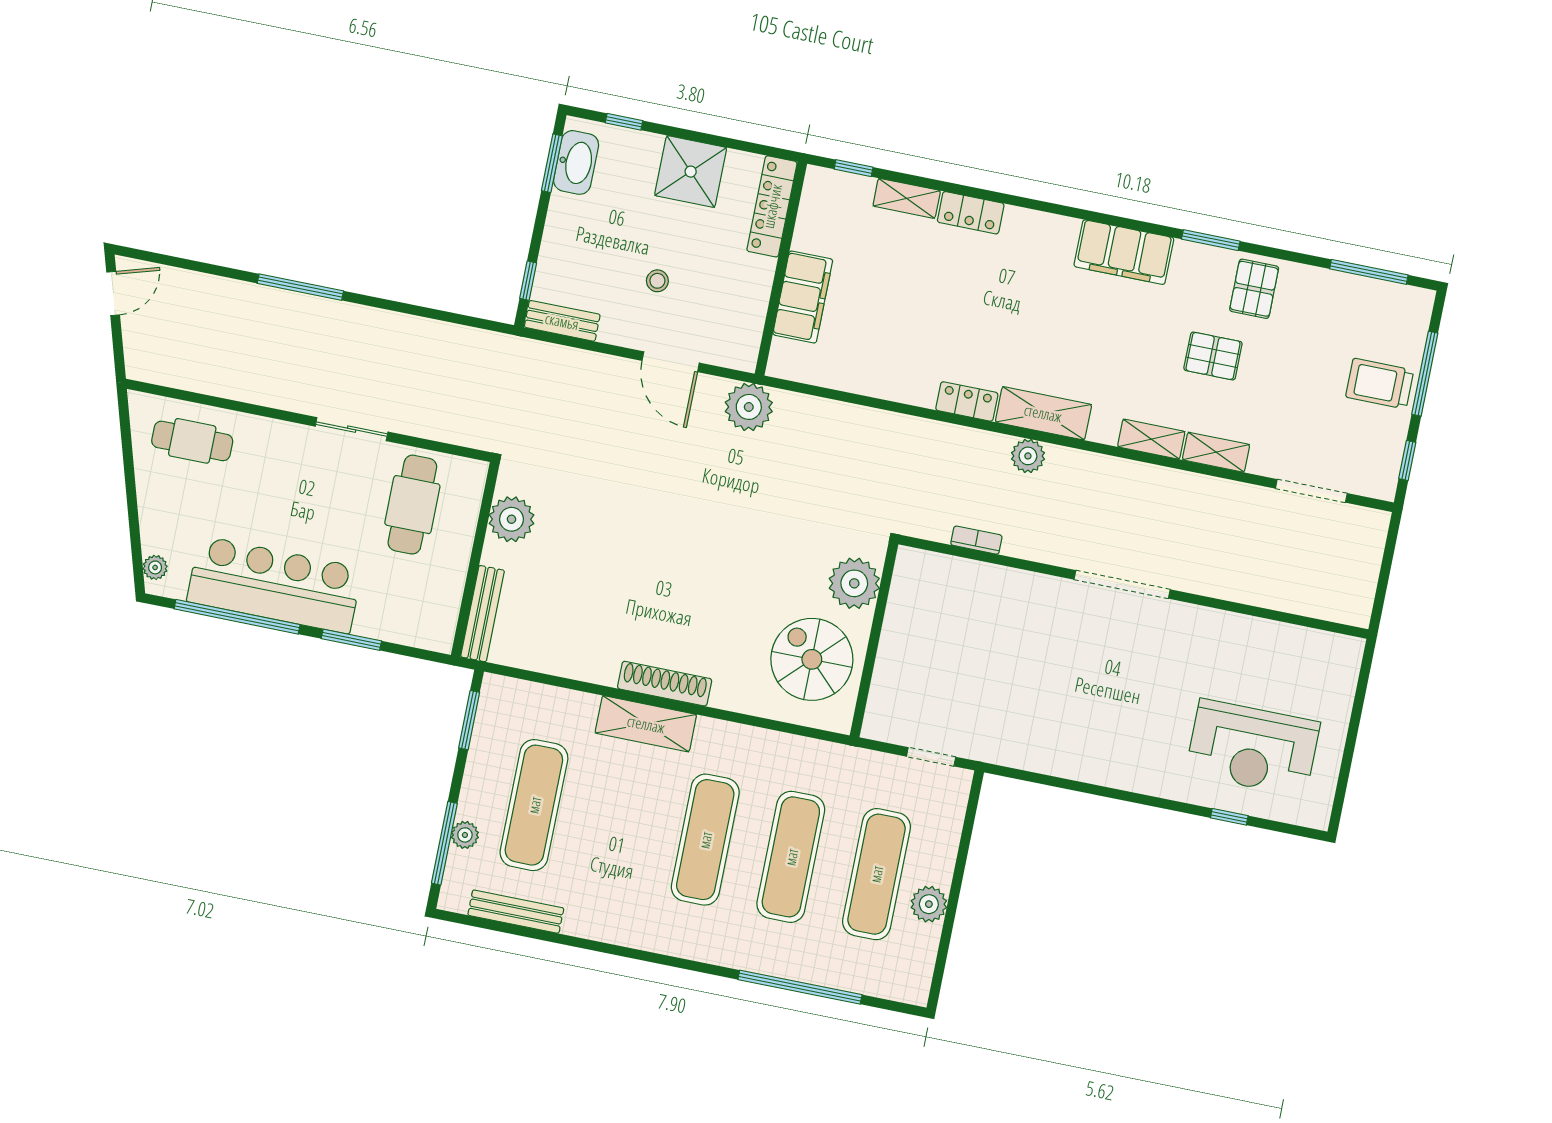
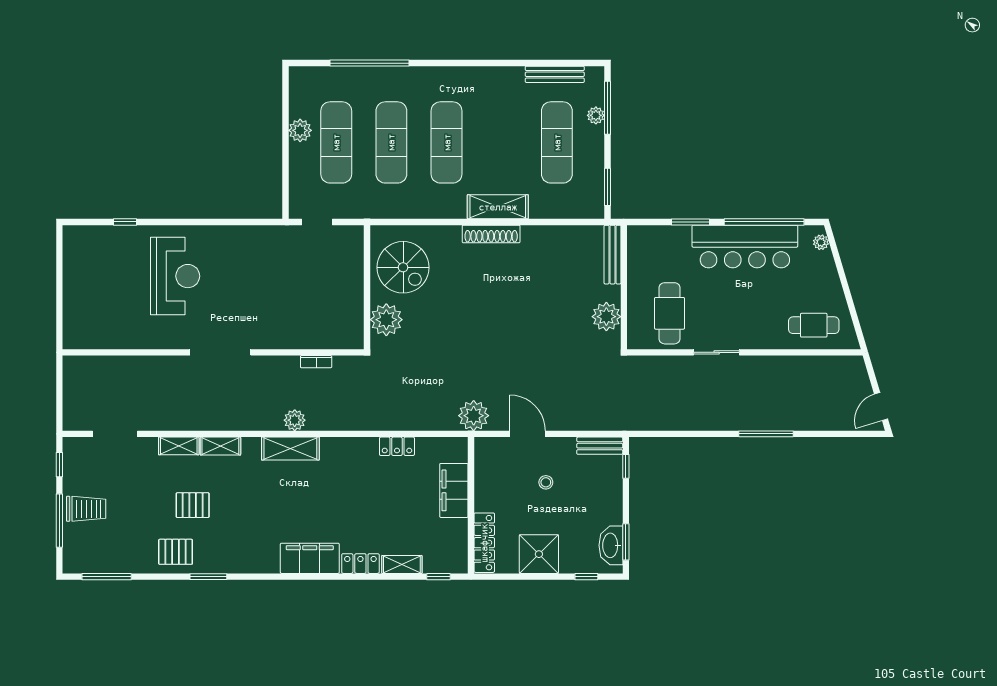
filing cabinet: (1124, 252) -> (310, 558), moved
pallet: (1254, 289) -> (176, 552), turned 90
locker: (967, 401) -> (397, 446), moved
reception desk: (1253, 748) -> (175, 276), moved, turned 90

